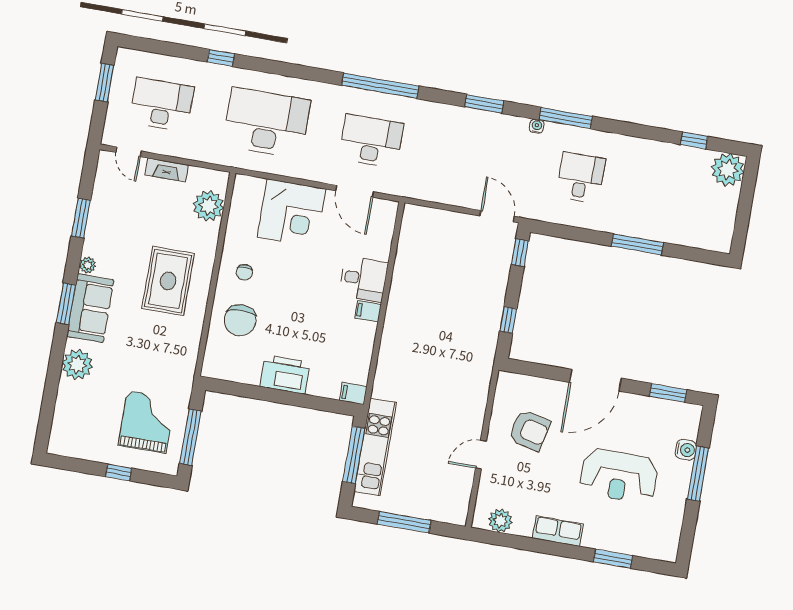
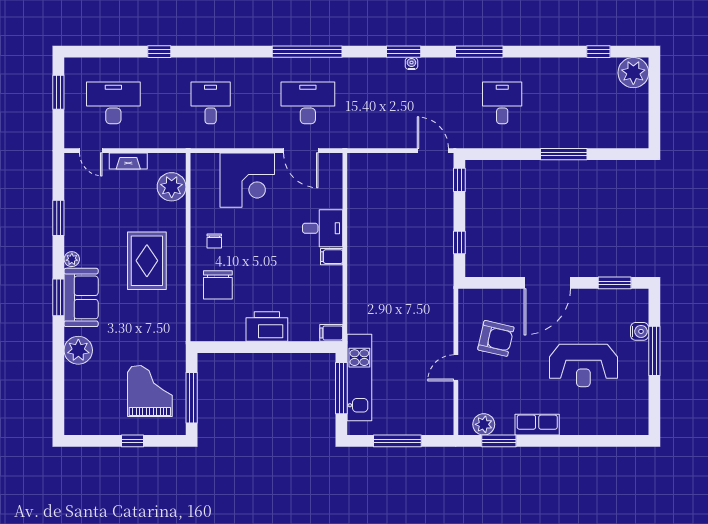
desk: (266, 123) -> (211, 103), width x0.53, depth x0.77
water cooler: (537, 126) -> (411, 63), moved
window: (613, 559) -> (499, 441), moved

